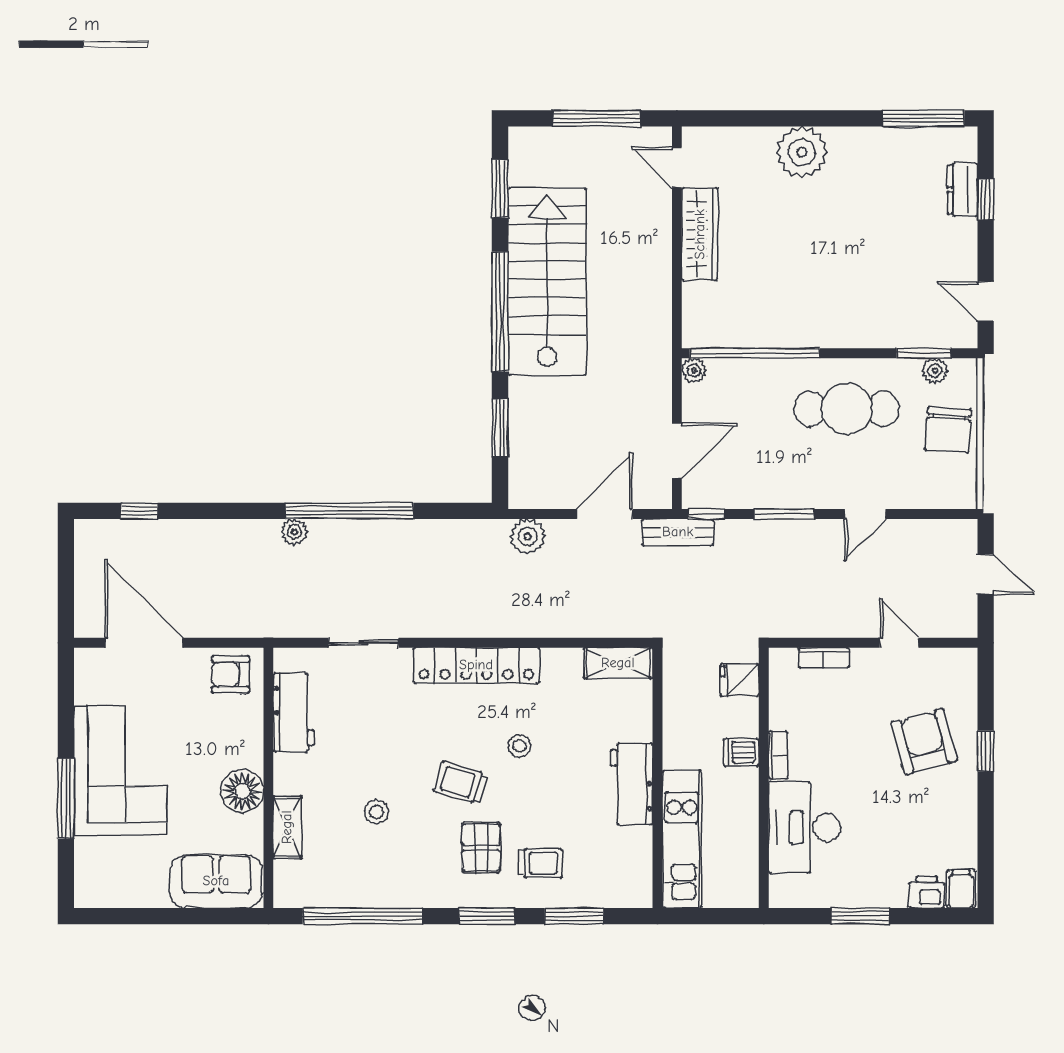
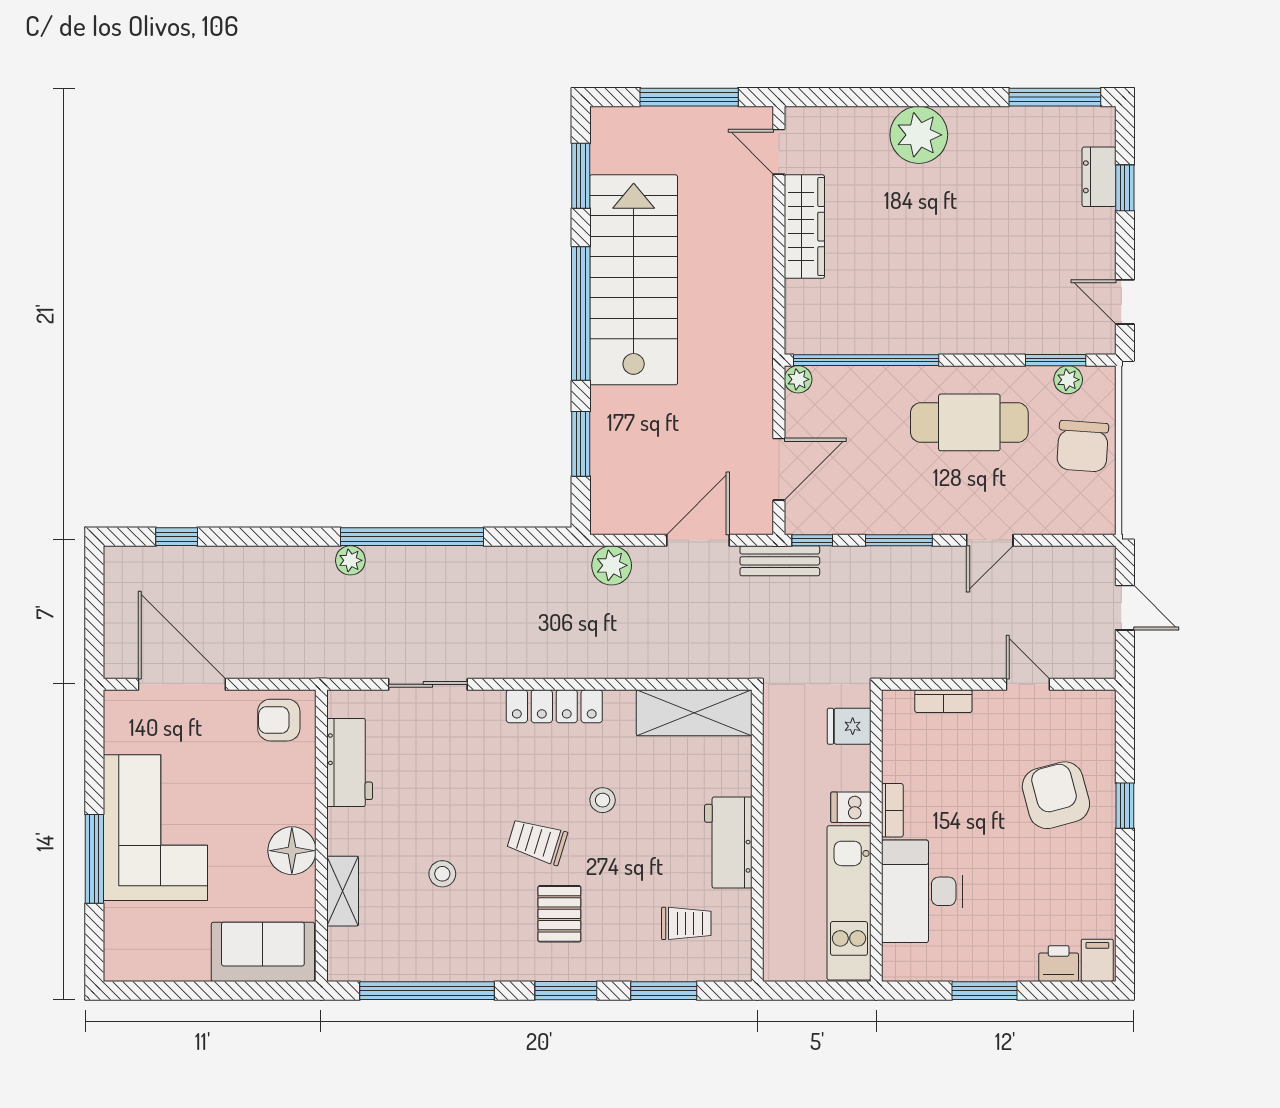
shelving: (618, 663) -> (694, 713), width x1.50, depth x1.33
locker: (476, 665) -> (554, 706), width x0.71, depth x0.83
kitchen unit: (682, 839) -> (849, 903), moved, turned 180
trolley: (540, 863) -> (686, 923), moved

